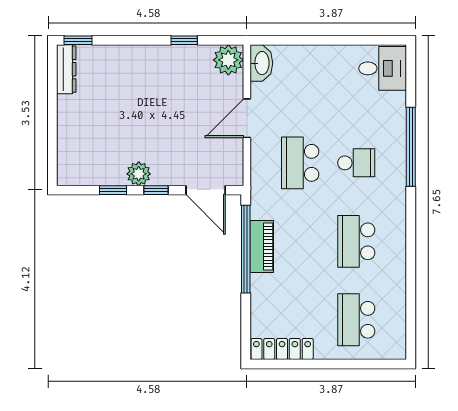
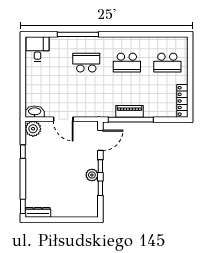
school desk: (300, 163) -> (86, 92), removed
school desk: (356, 163) -> (86, 63), width x1.85

